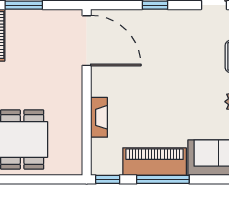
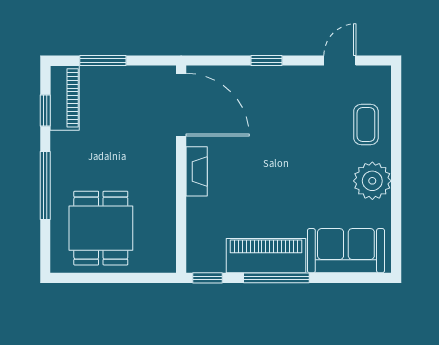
fireplace: (99, 117) -> (197, 171), moved

